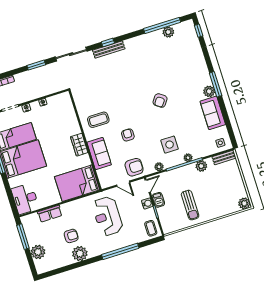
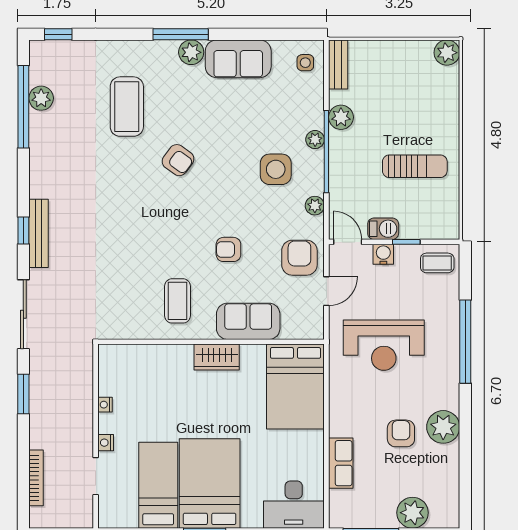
coffee table: (176, 71) -> (127, 107), added

